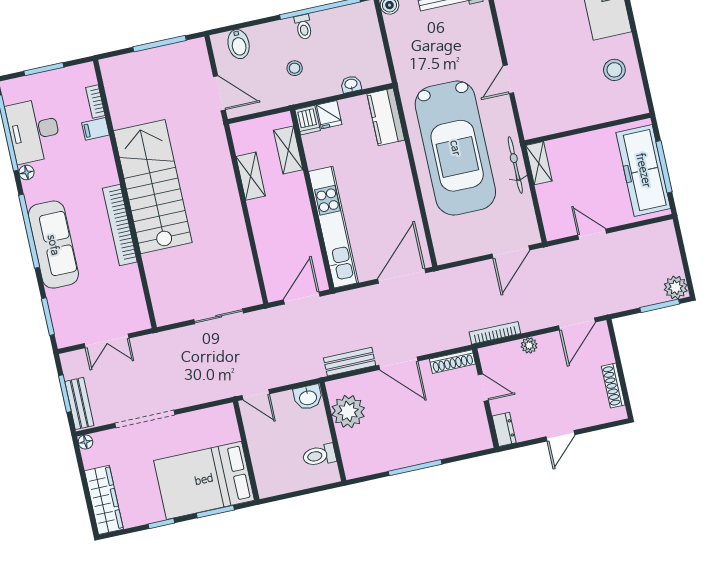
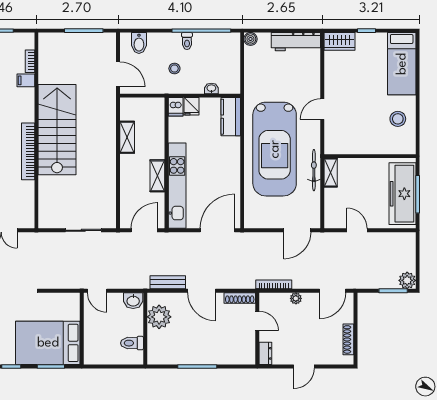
shelving: (288, 150) -> (157, 176), moved

